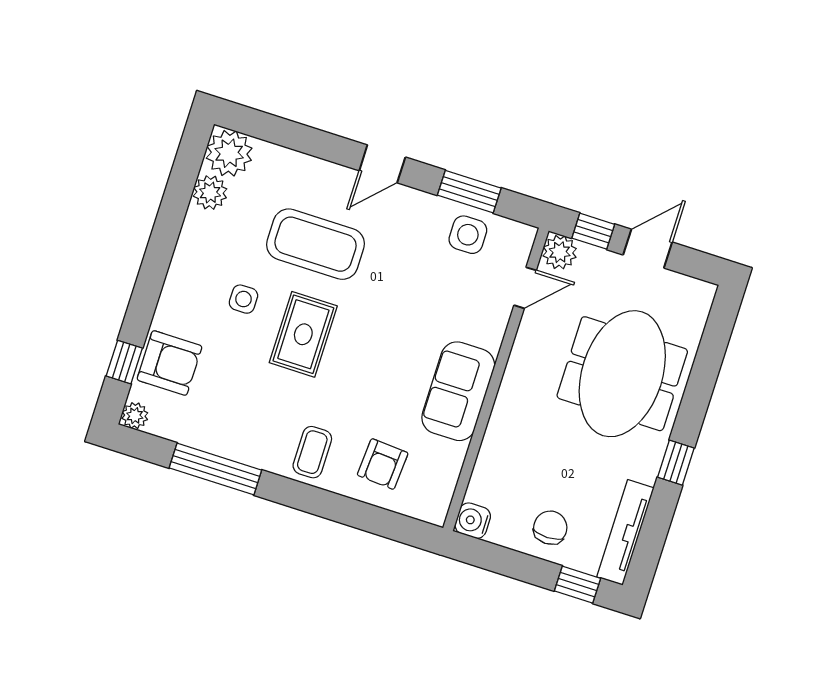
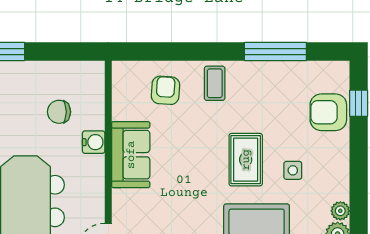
plant: (135, 416) -> (340, 211), moved
water cooler: (473, 521) -> (94, 142), moved
chair: (550, 528) -> (59, 112), moved, turned 90

